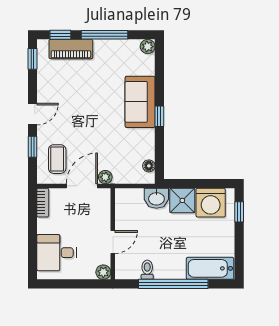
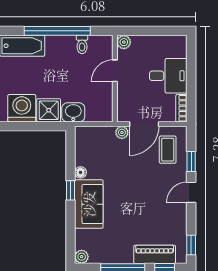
floor lamp: (149, 166) -> (80, 172), moved
desk: (57, 253) -> (168, 76), moved

